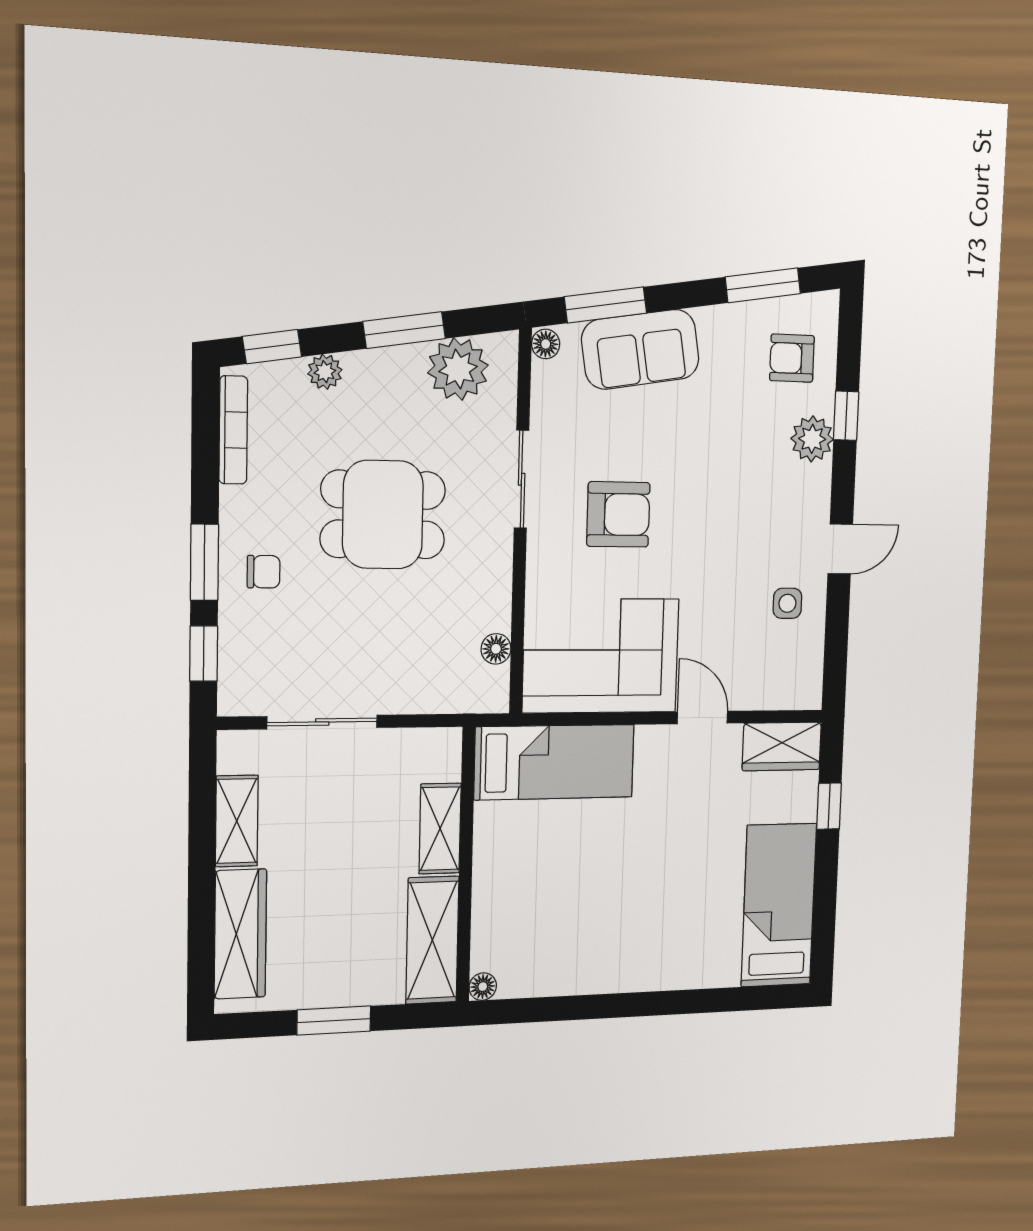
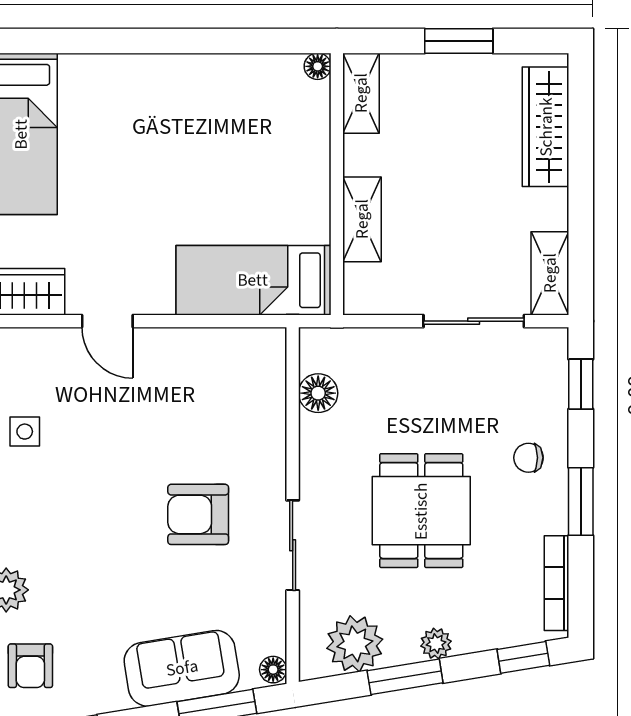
armchair: (792, 358) -> (30, 666), turned 90
plant: (325, 372) -> (436, 644), moved
dining table: (383, 515) -> (421, 511), turned 90
window: (204, 562) -> (581, 501), moved
floor lamp: (496, 649) -> (318, 393), width x1.37, depth x1.37
corner sofa: (601, 656) -> (211, 381), removed
shelving: (237, 821) -> (550, 273), moved
shelving: (432, 940) -> (361, 93), width x0.67, depth x0.75

